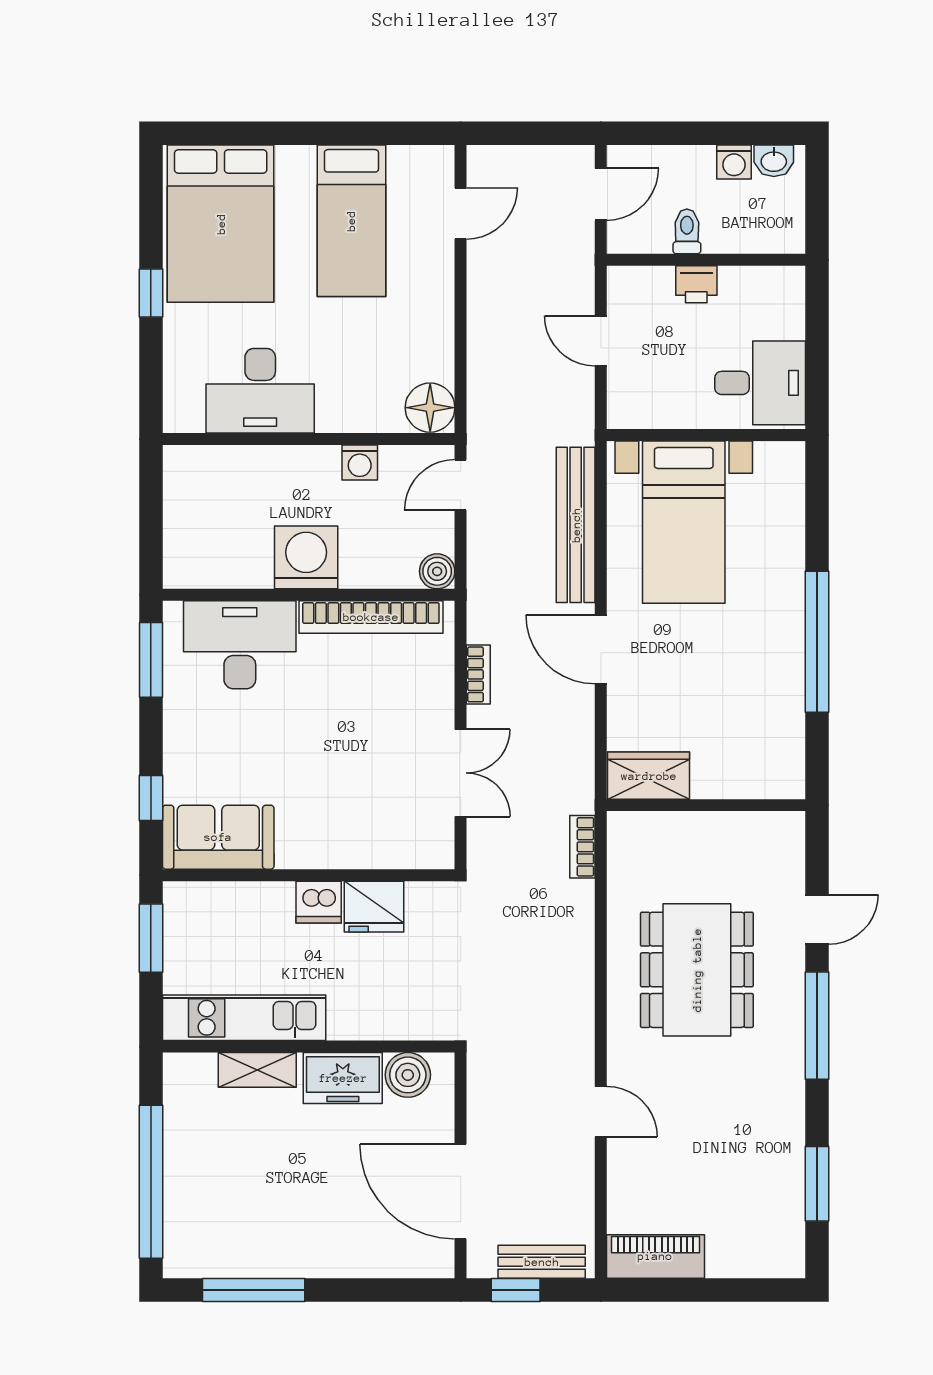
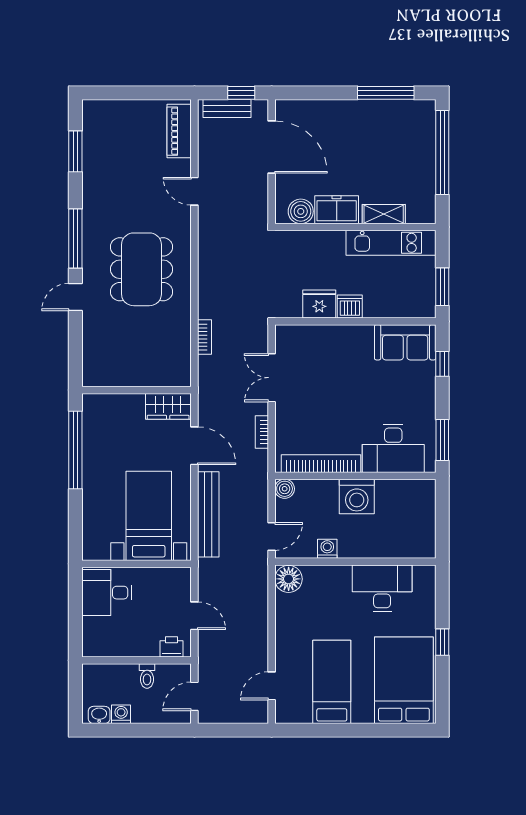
printer: (696, 284) -> (171, 647), moved
wardrobe: (649, 776) -> (168, 406), moved
wall: (706, 805) -> (137, 390), moved
piano: (655, 1256) -> (179, 131), moved, turned 90

